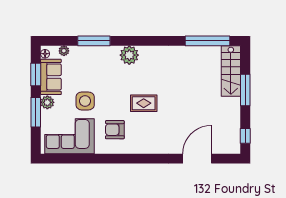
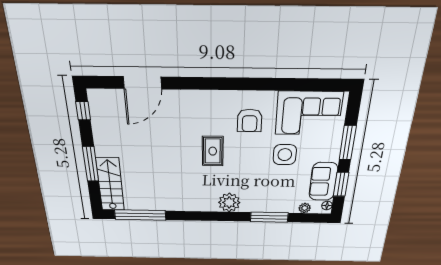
plant: (47, 102) -> (332, 154), removed
rug: (144, 103) -> (213, 151), turned 90
armchair: (115, 130) -> (250, 121), turned 90

